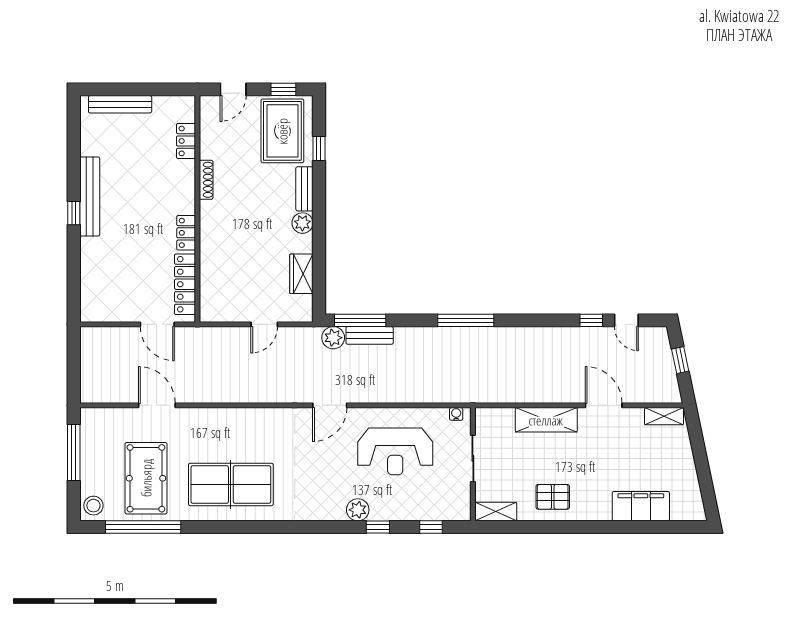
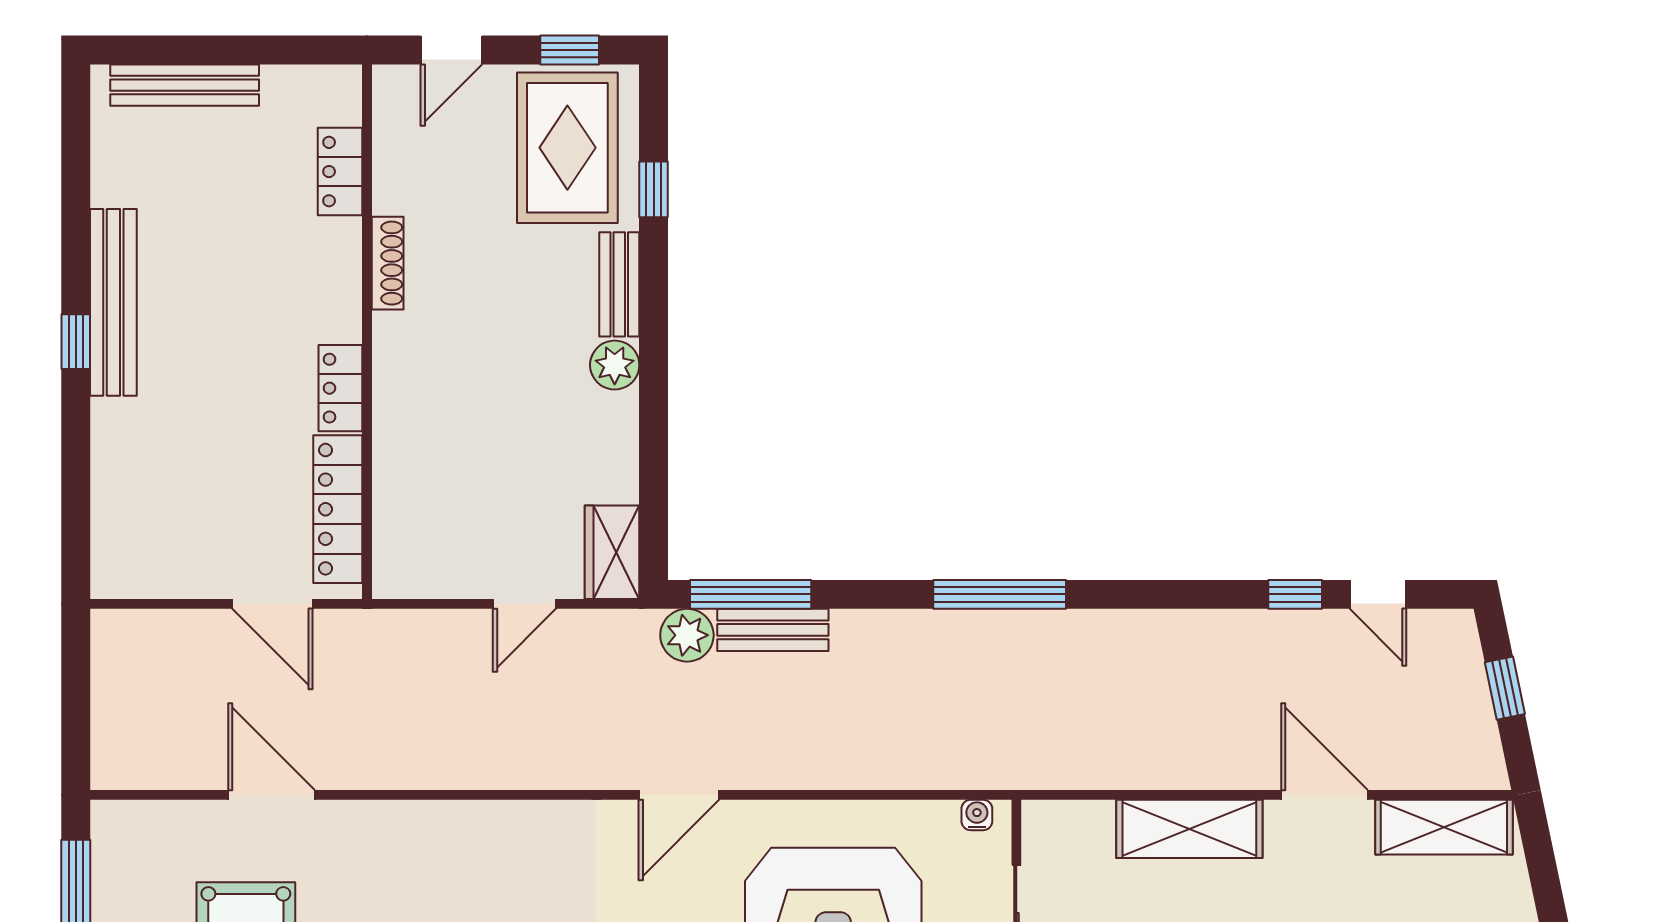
wardrobe: (301, 274) -> (612, 552), moved
shelving: (664, 416) -> (1444, 827), width x1.50, depth x1.33

